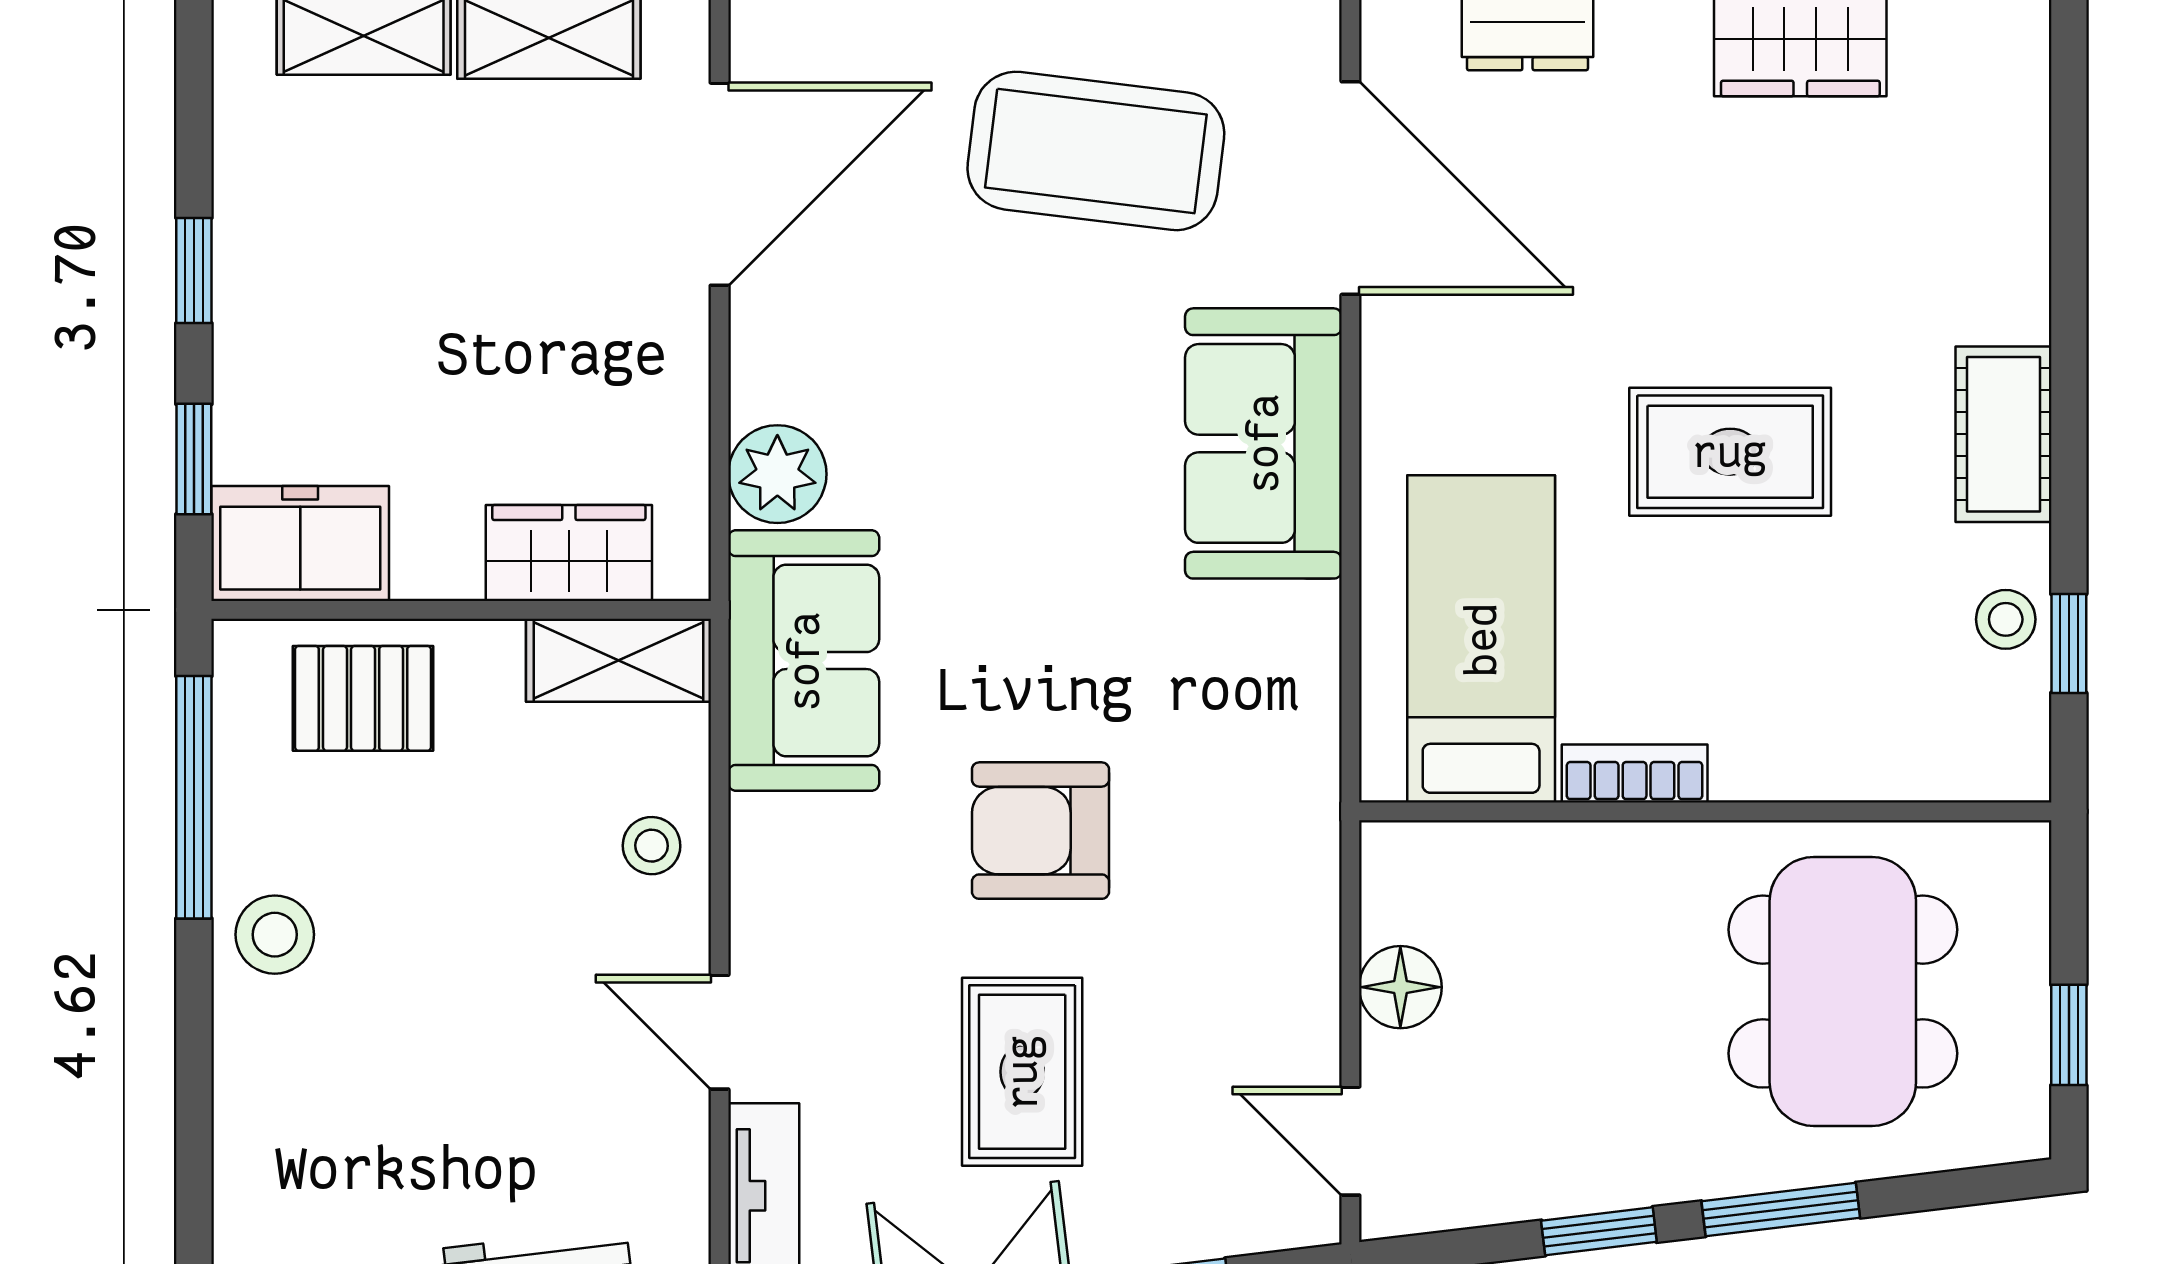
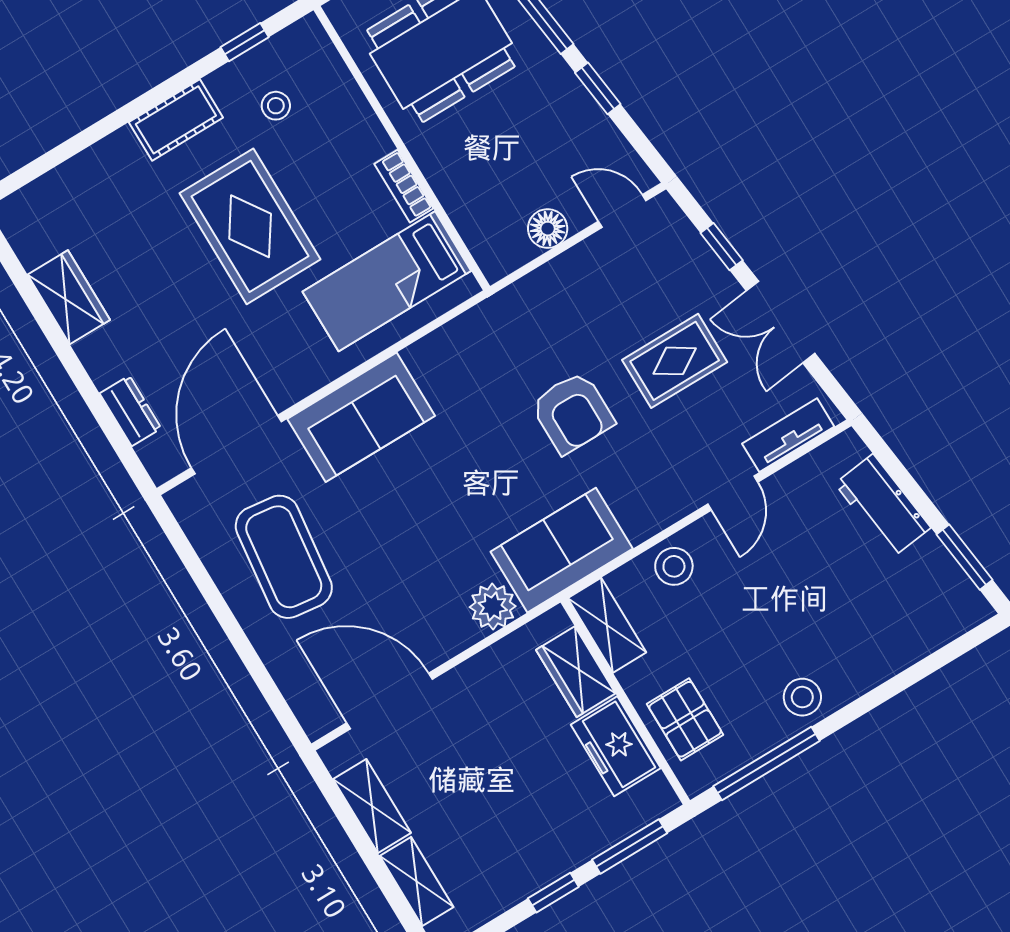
rug: (1730, 452) -> (250, 226), width x1.36, depth x1.43
window: (194, 459) -> (630, 846), width x1.50
freezer: (300, 543) -> (616, 746), moved
stool: (2006, 619) -> (276, 106), moved
stool: (652, 846) -> (674, 566), width x1.37, depth x1.37
door: (1350, 1141) -> (622, 211), swing flipped

